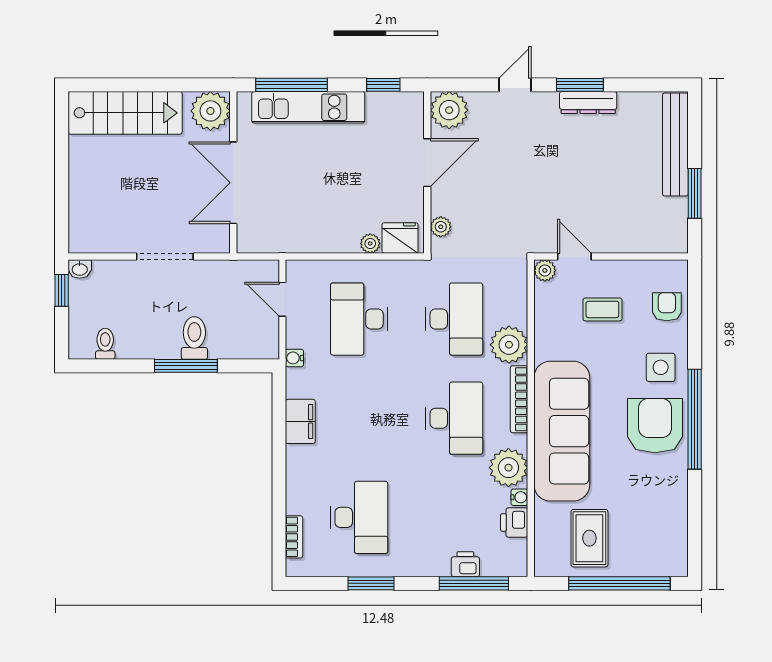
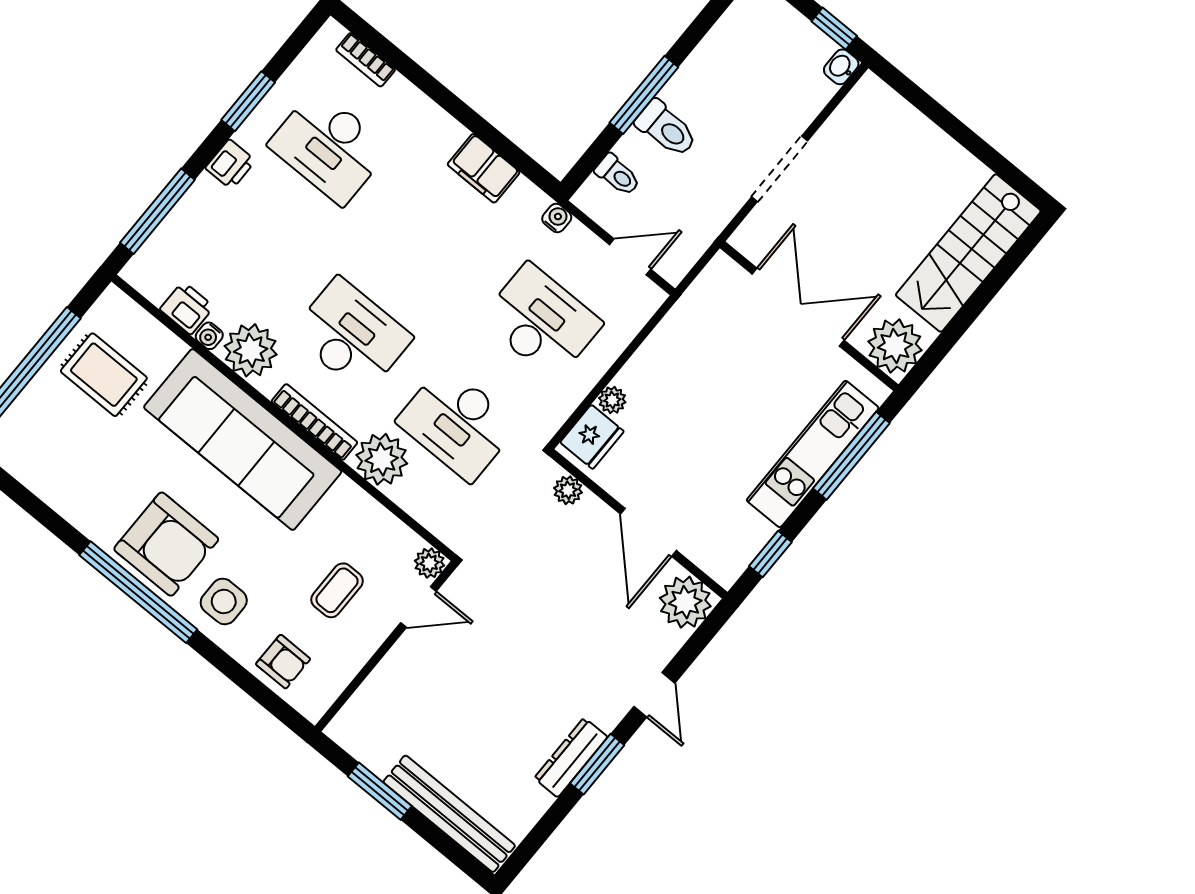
toilet: (105, 344) -> (618, 175), moved
desk: (454, 418) -> (351, 336), turned 180
printer: (465, 564) -> (230, 164), moved

